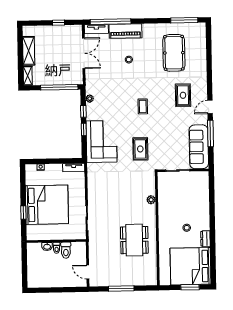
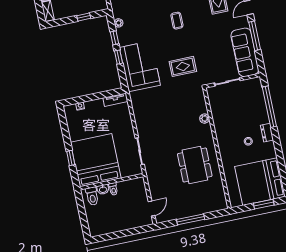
window: (59, 87) -> (84, 17), width x0.32
rug: (140, 149) -> (183, 66), turned 90
window: (212, 200) -> (269, 107), added
bed: (47, 205) -> (96, 160), moved, turned -90
dresser: (205, 239) -> (267, 133), moved
toilet: (66, 250) -> (92, 196), moved
door: (88, 272) -> (152, 208), swing flipped

